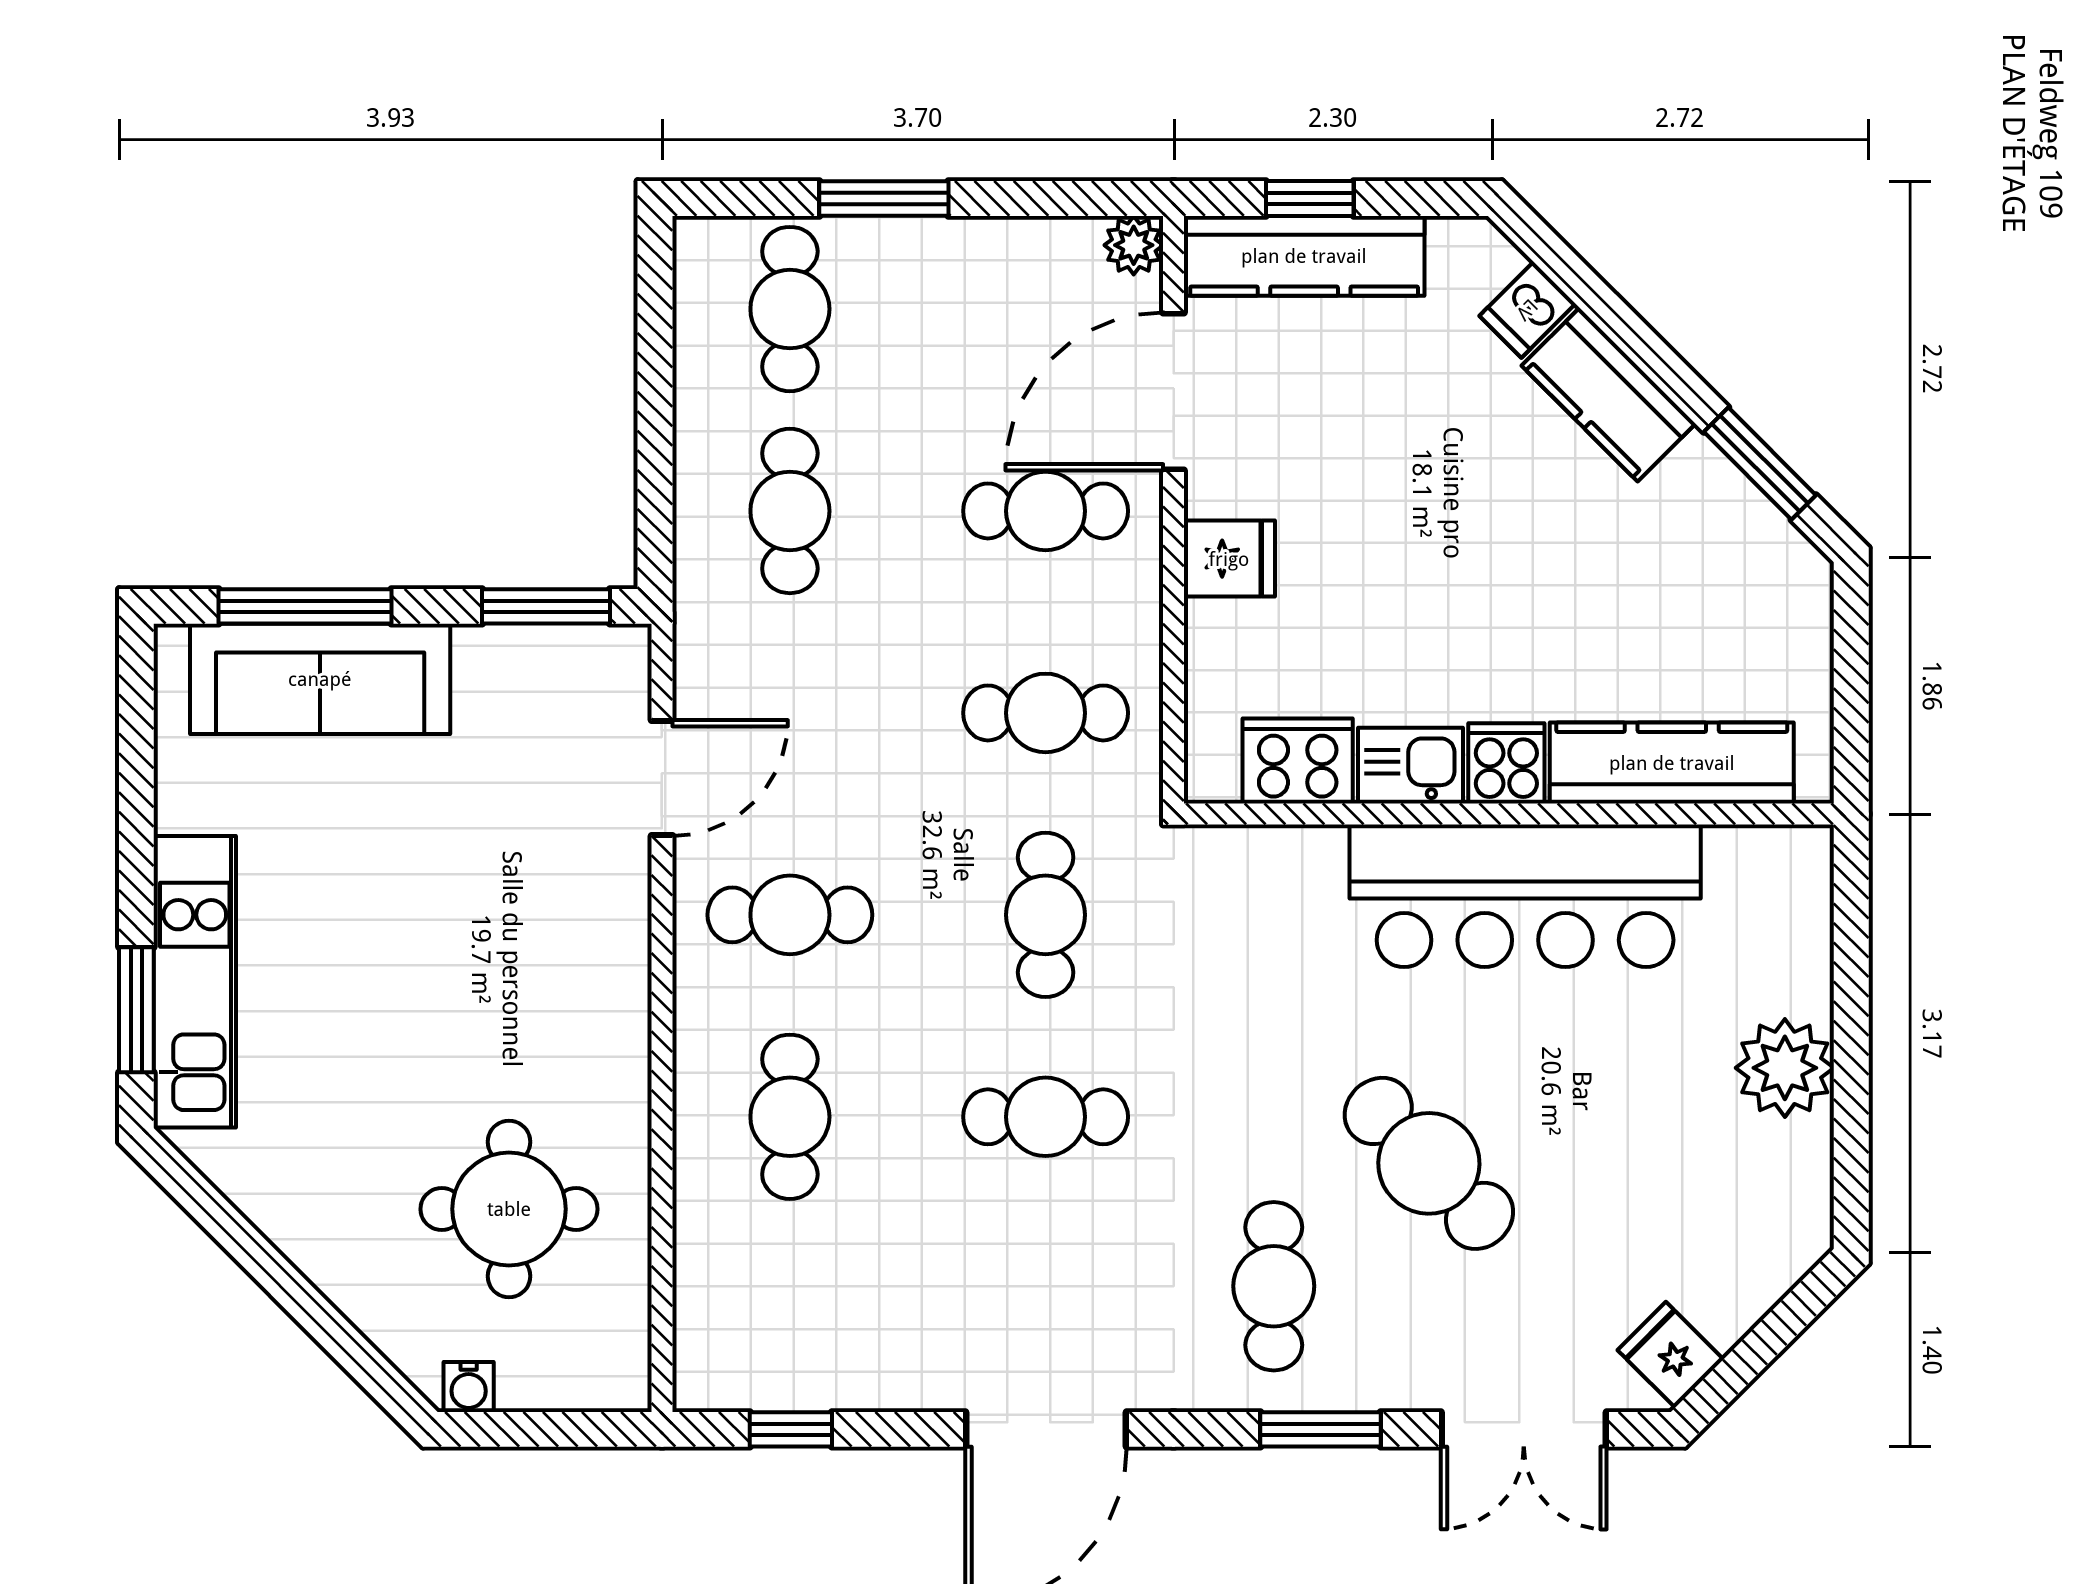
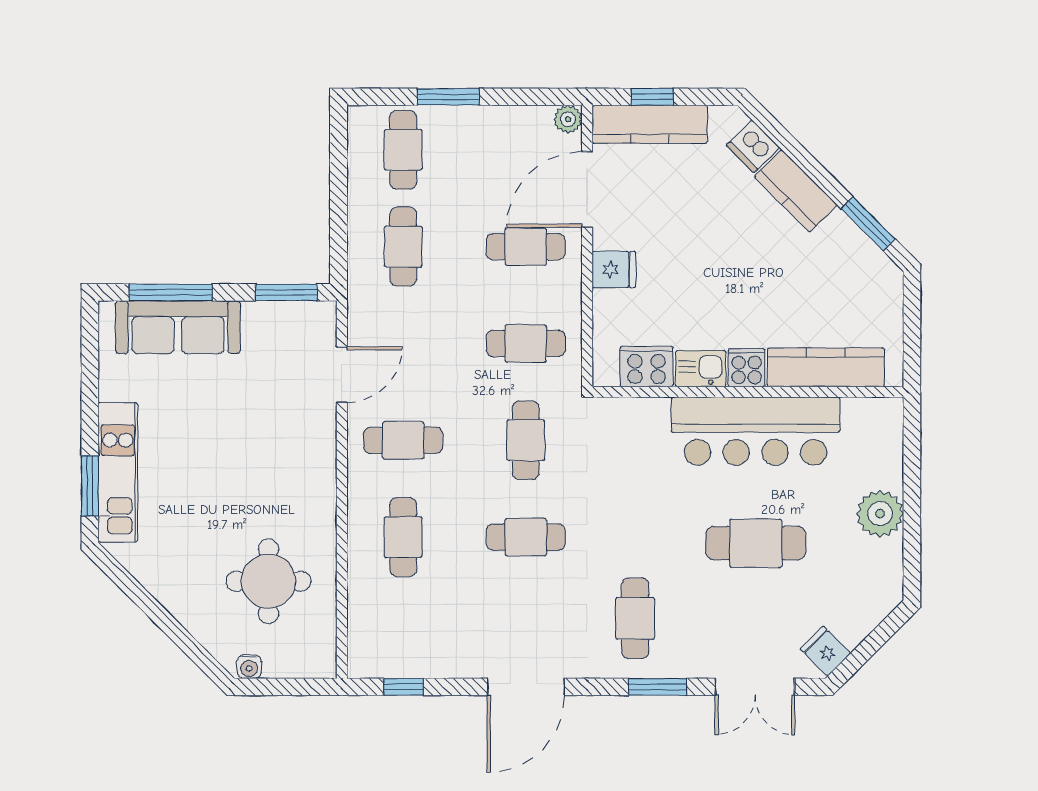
dishwasher: (1527, 310) -> (753, 146), width x1.38
cafe table: (1429, 1163) -> (756, 543), moved, turned -46

